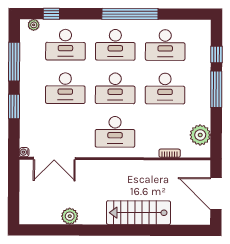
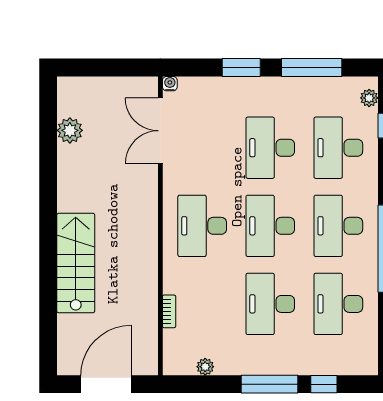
plant: (200, 135) -> (205, 367), width x0.53, depth x0.53
plant: (70, 216) -> (70, 130), moved

